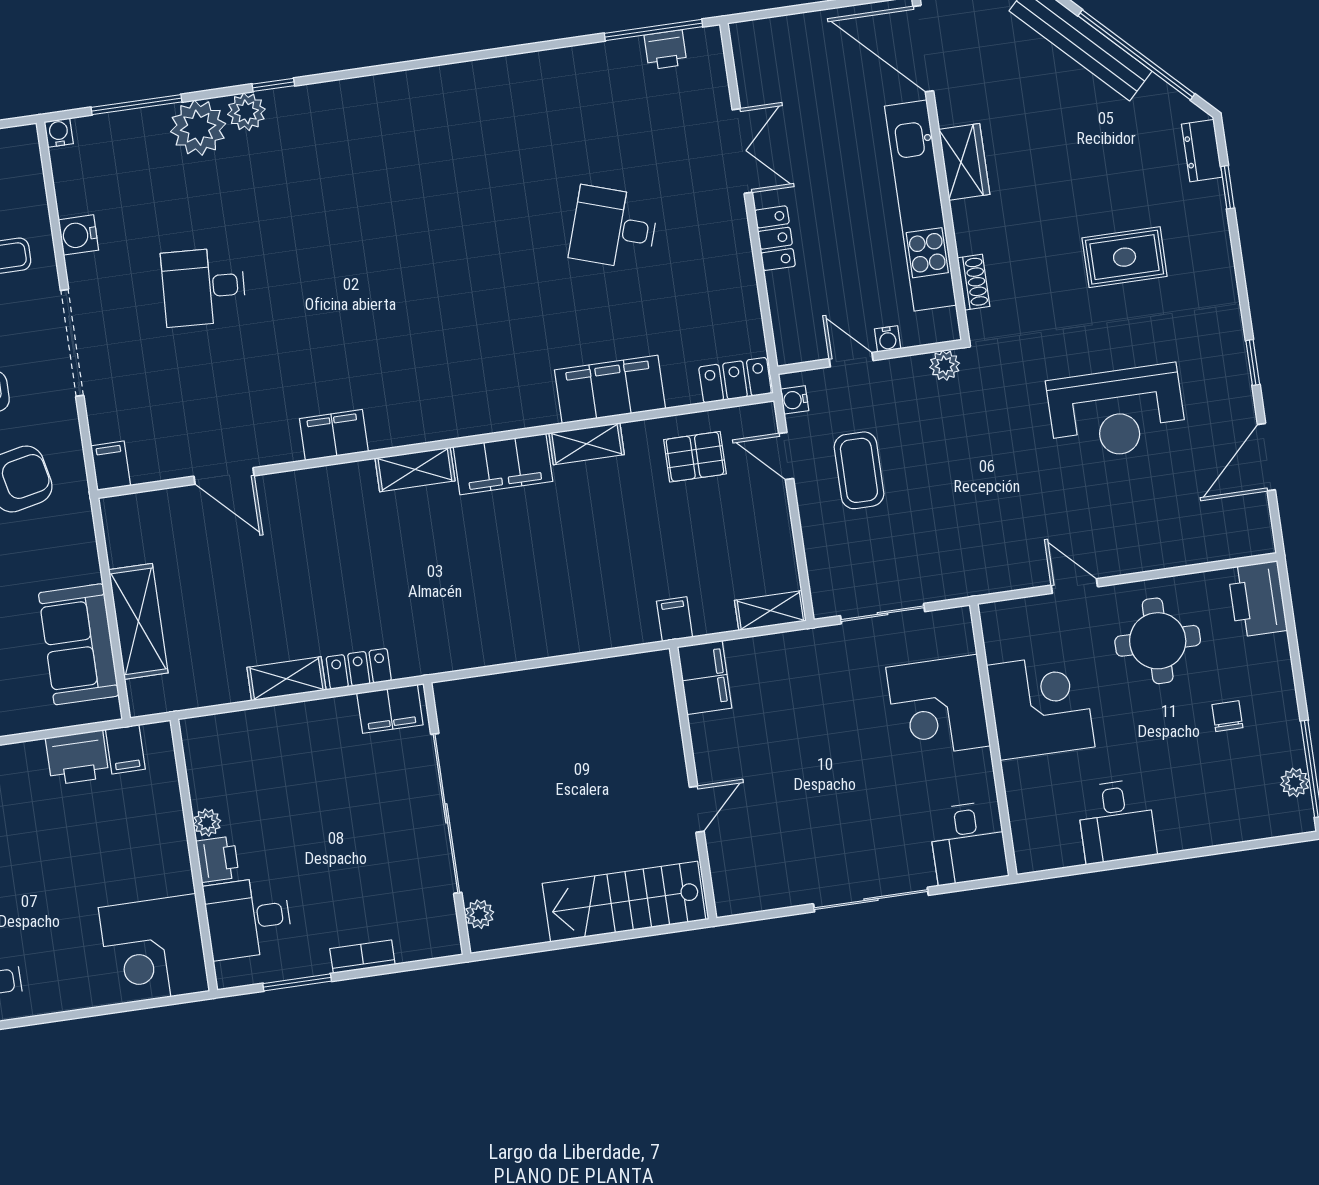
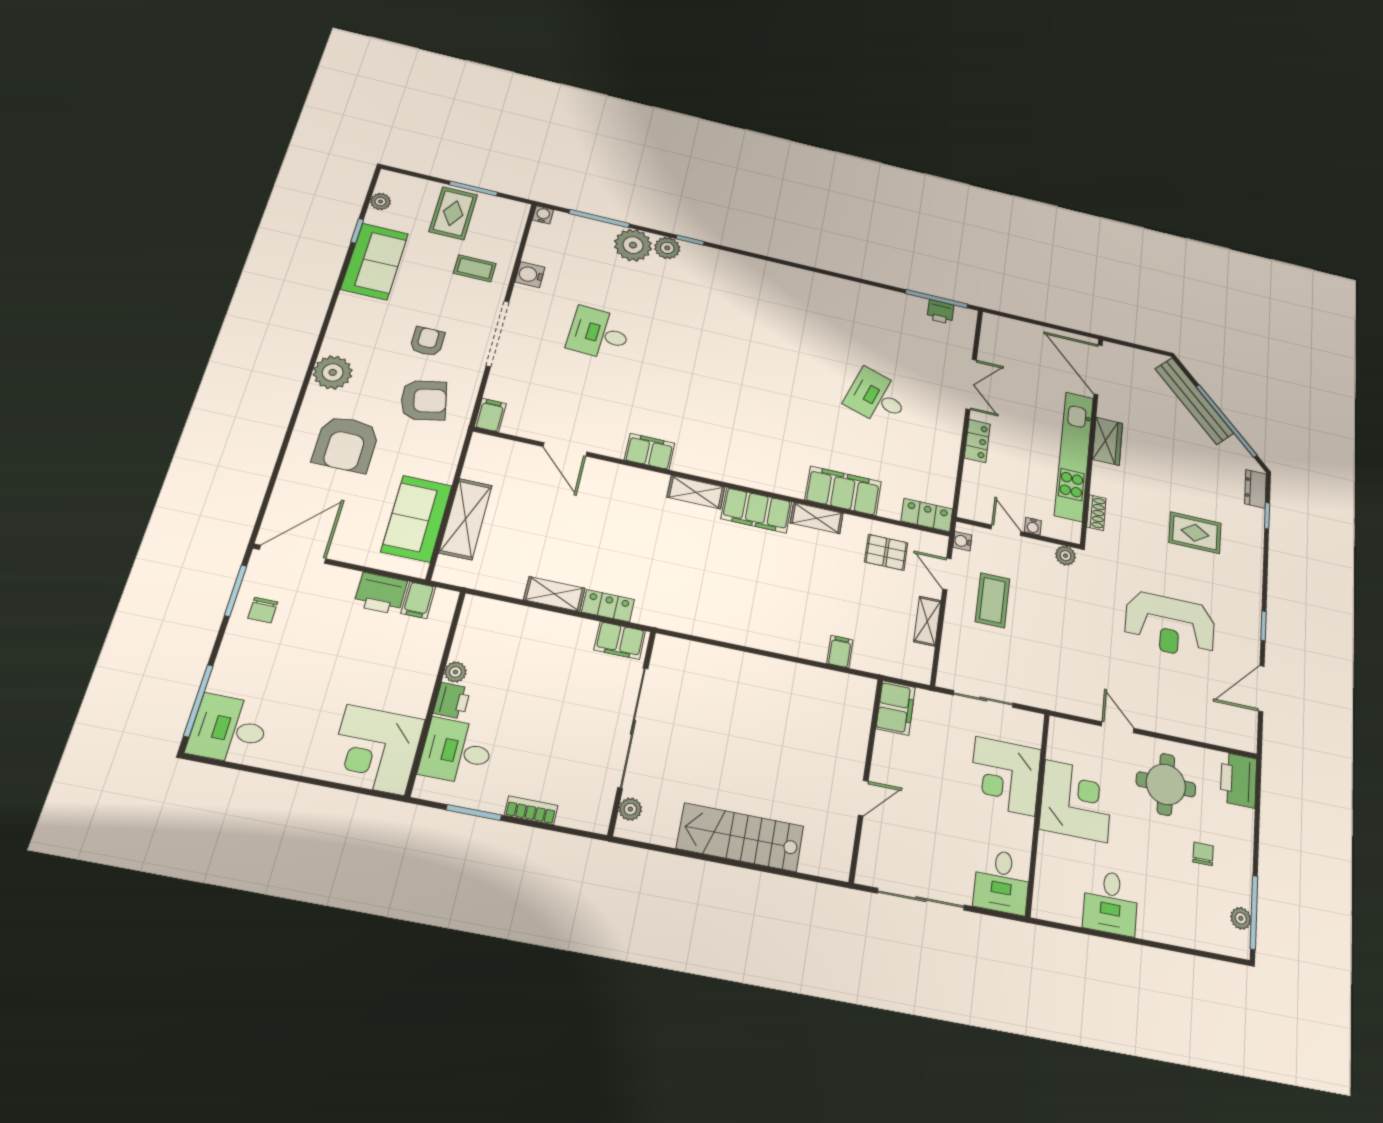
shelving: (770, 611) -> (927, 621), moved, turned 90
filing cabinet: (705, 678) -> (896, 708), moved
wall: (693, 783) -> (866, 778), moved
door: (697, 809) -> (863, 798), moved

